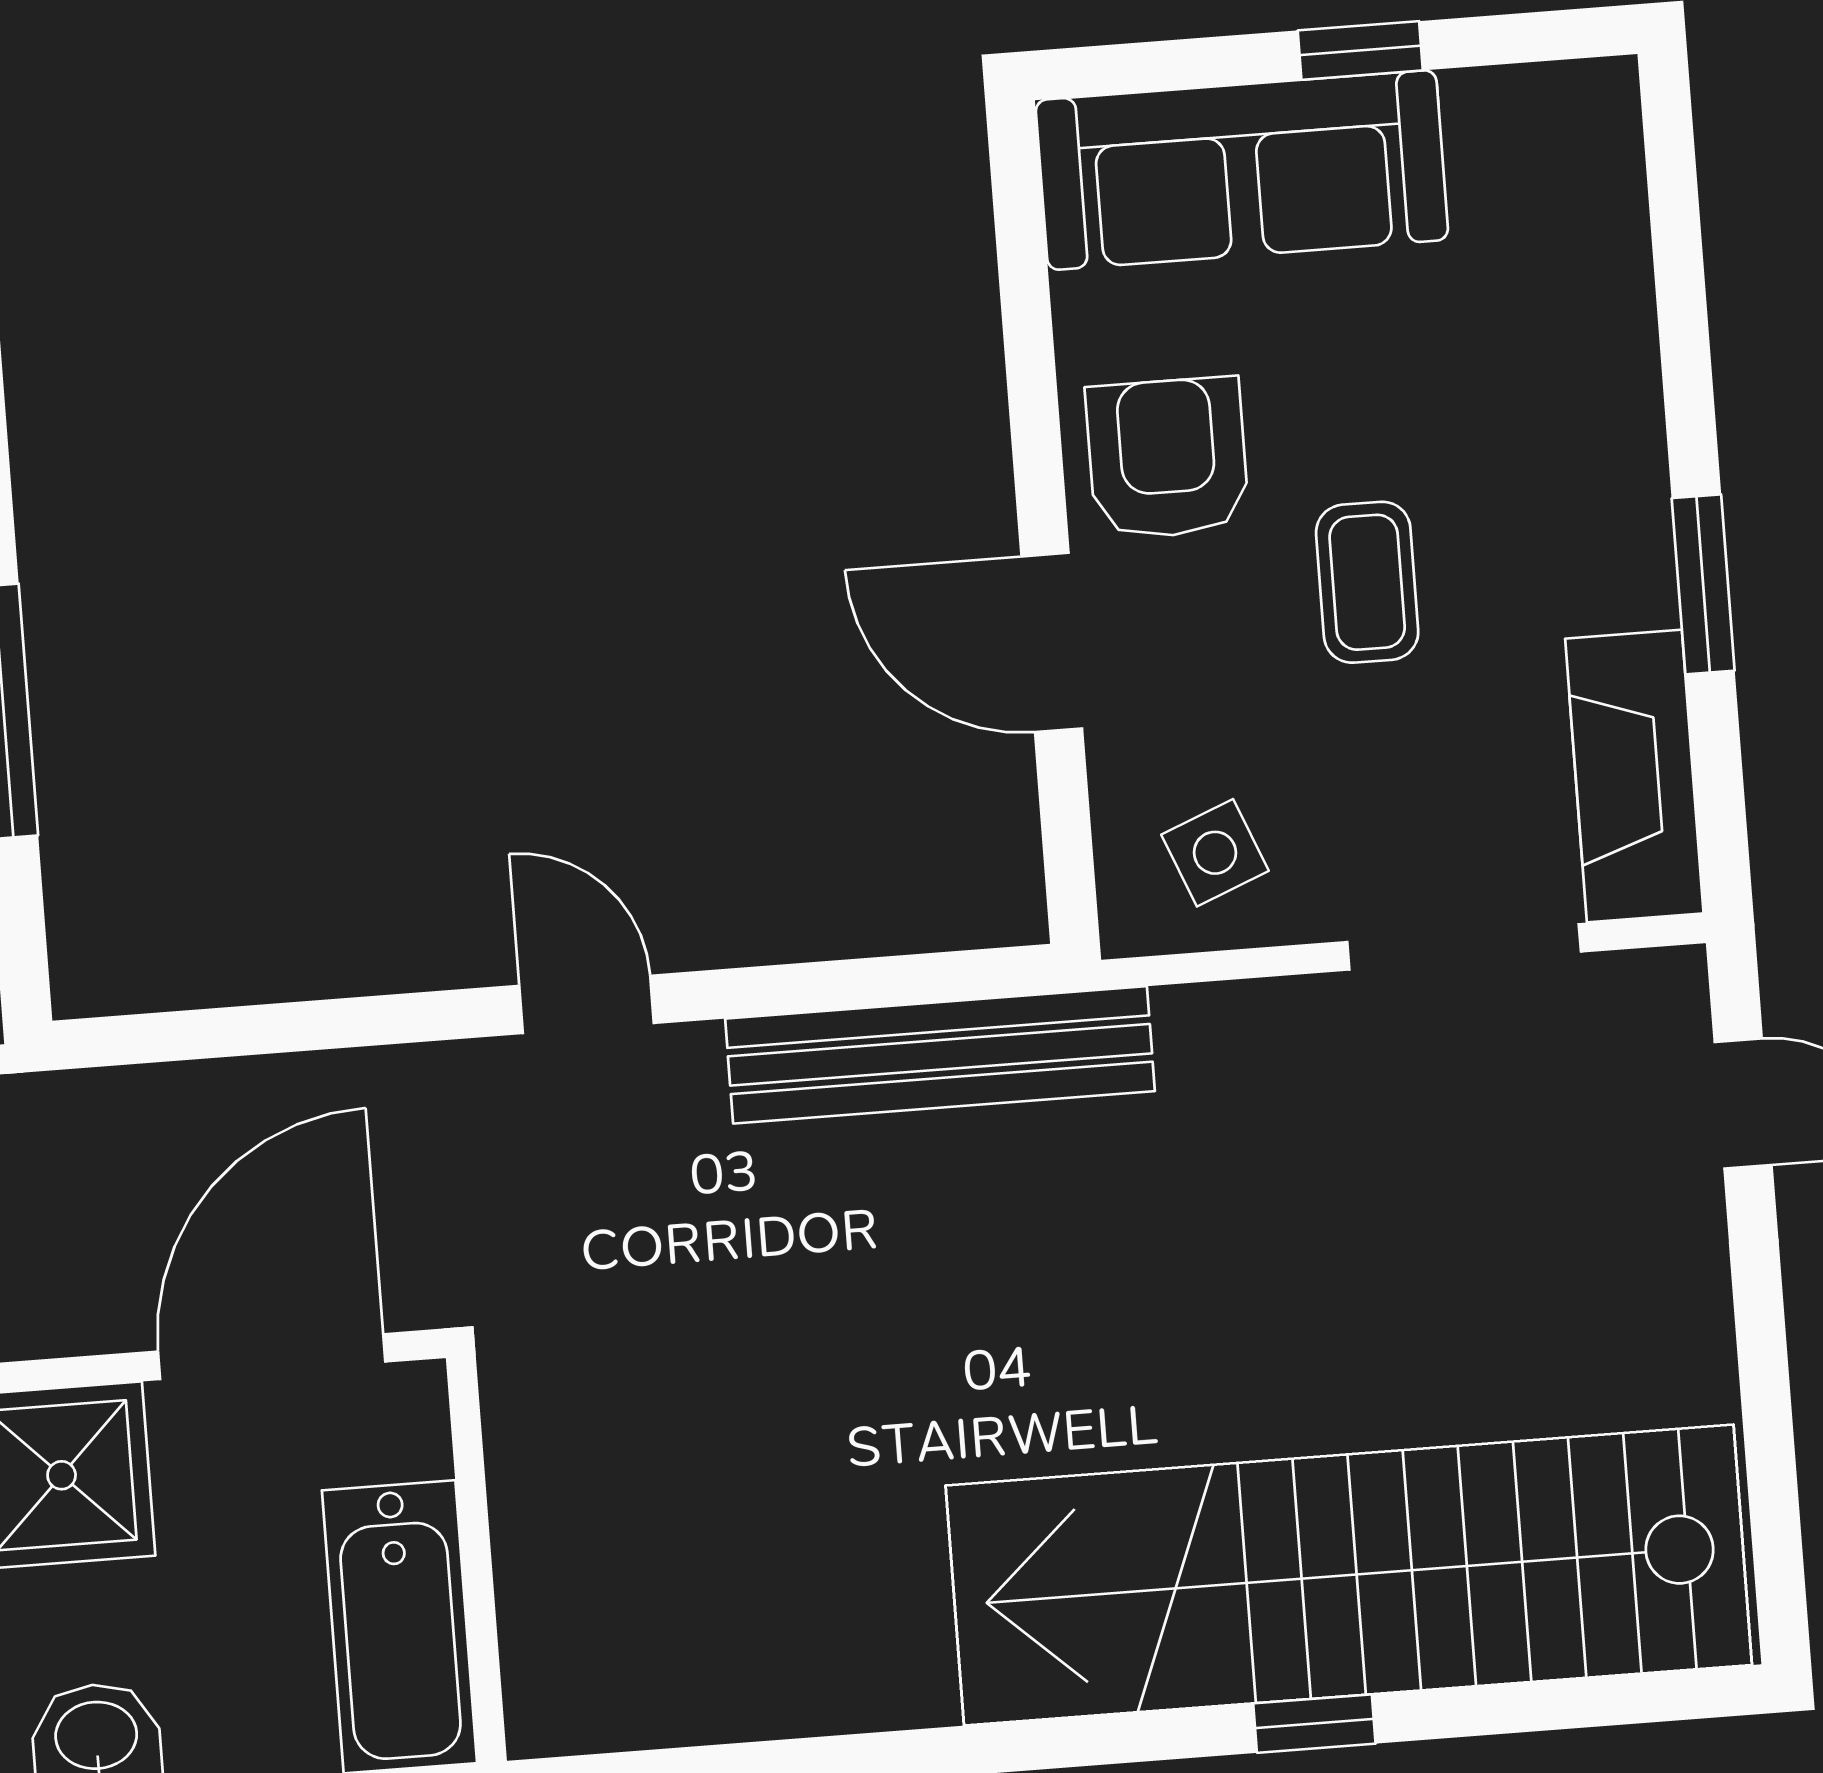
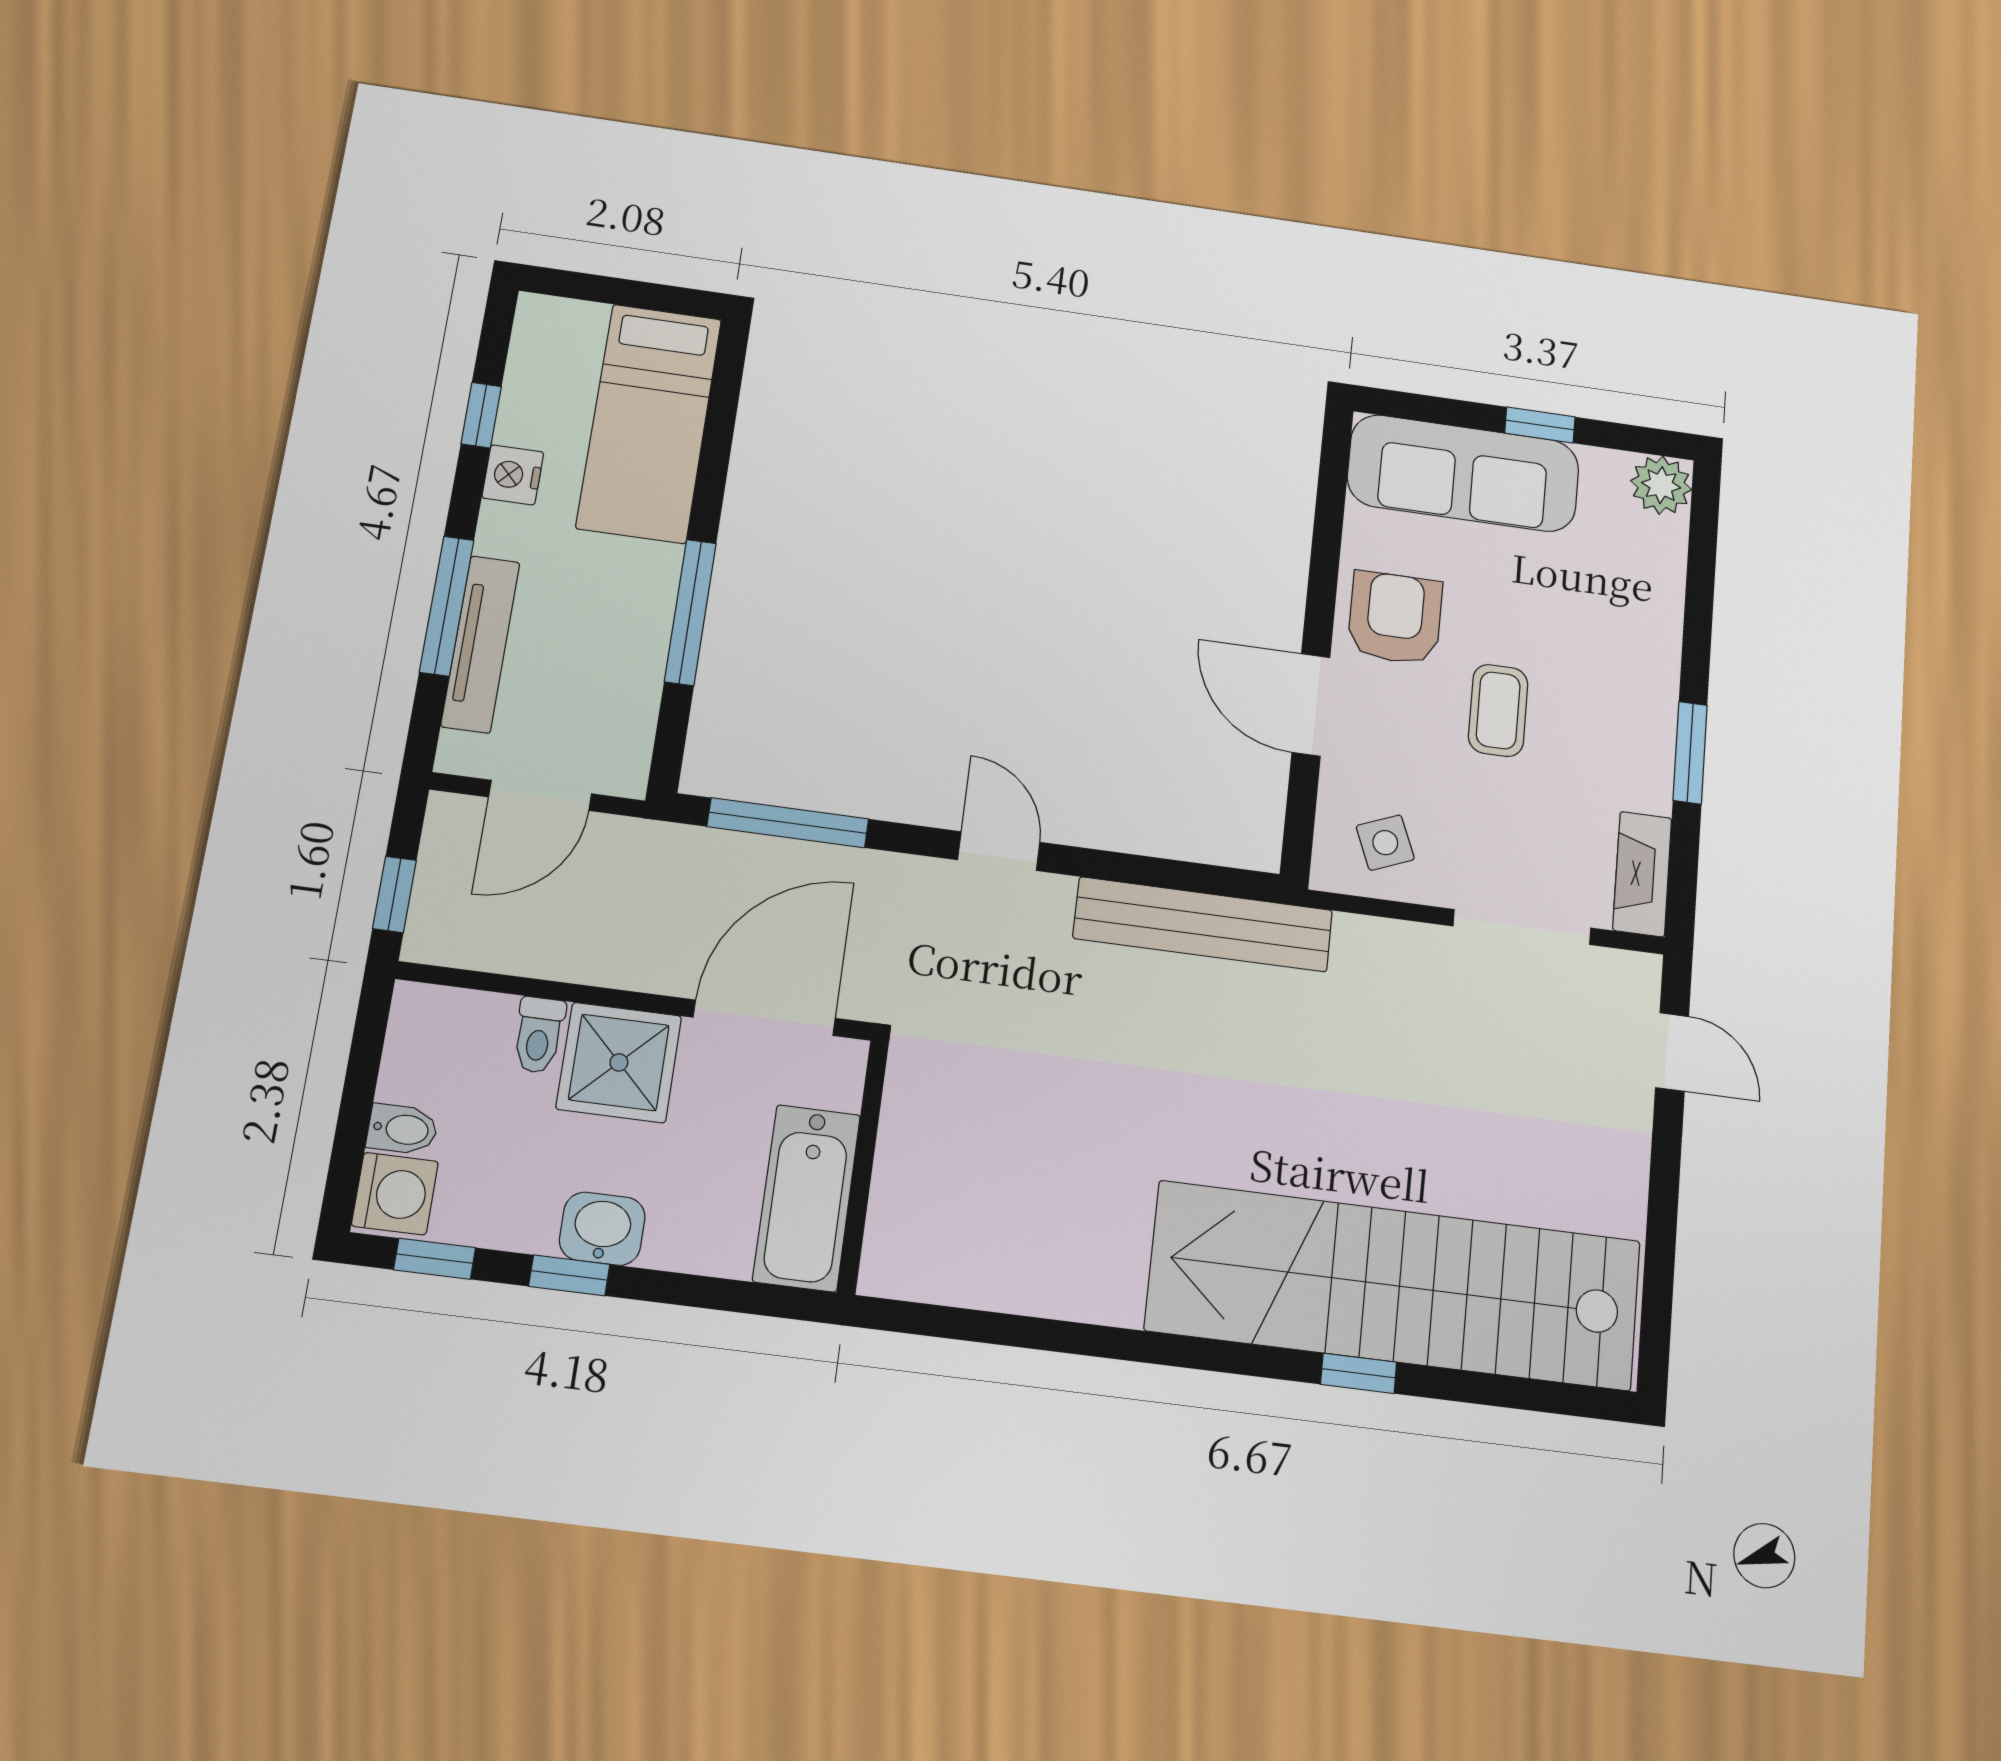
plant: (1587, 113) -> (1661, 485), added
fireplace: (1634, 776) -> (1642, 874), width x0.73, depth x0.76
window: (239, 1031) -> (788, 823), added

